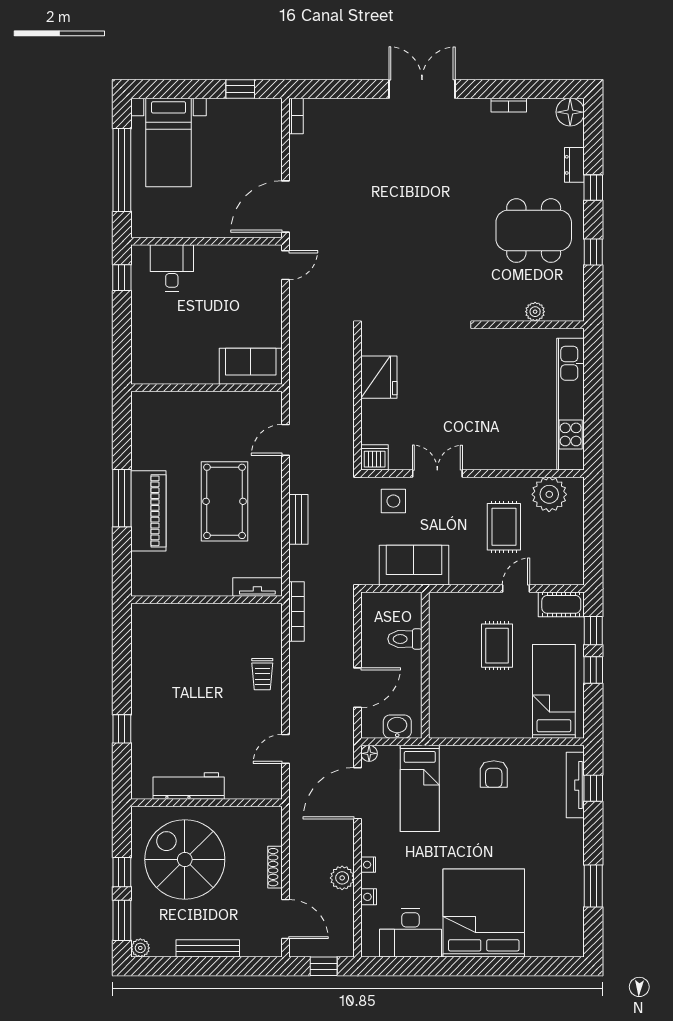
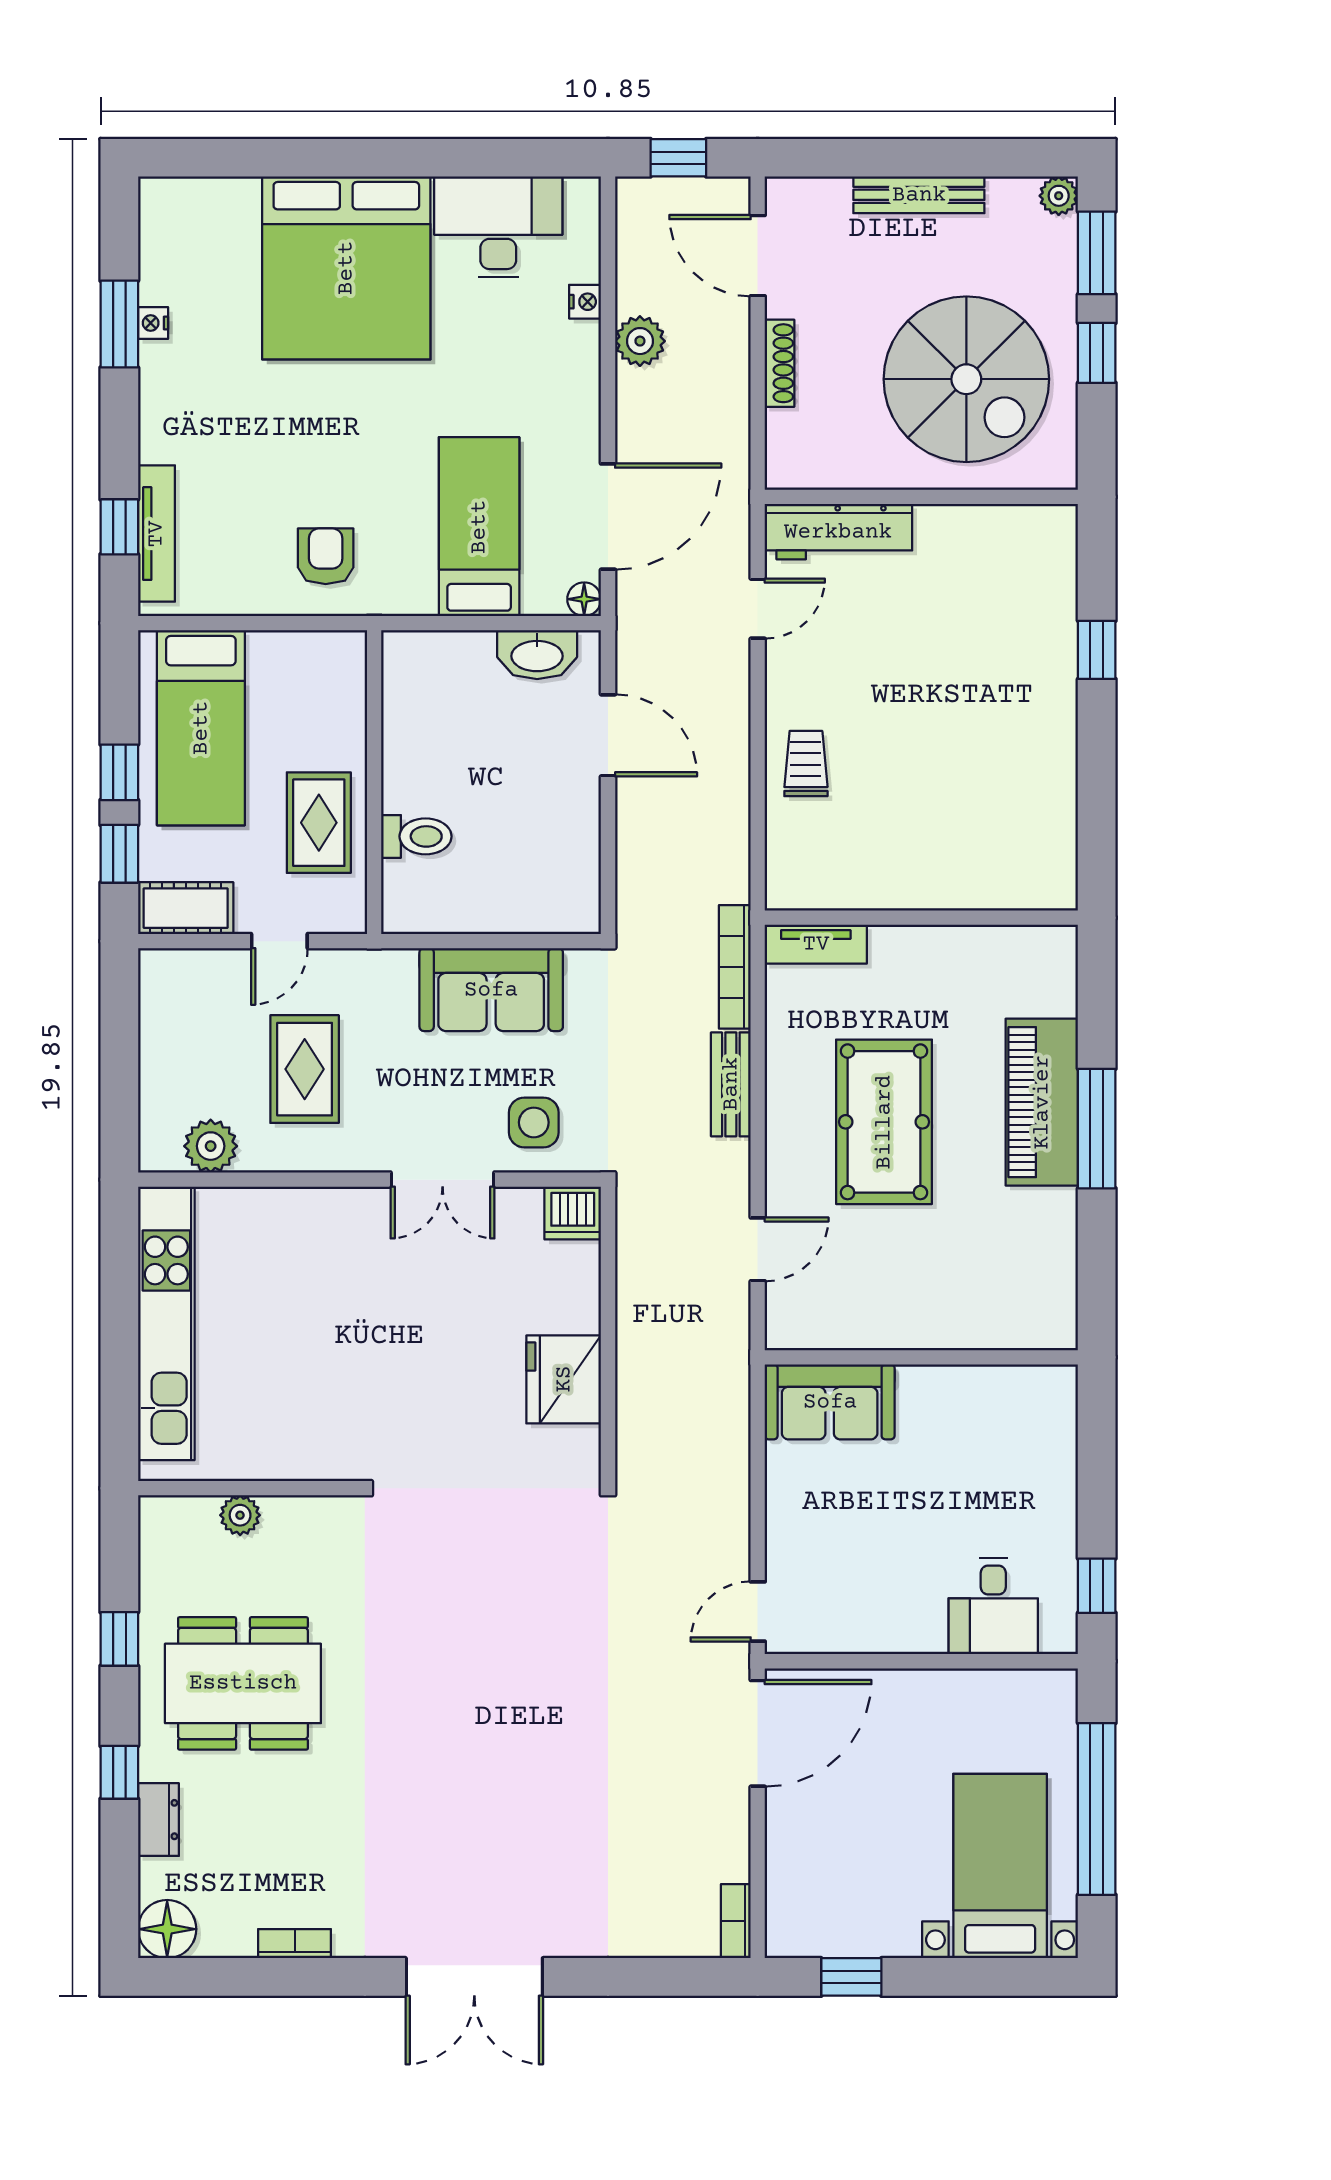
plant: (549, 494) -> (211, 1146), width x0.73, depth x0.73
bookcase: (296, 612) -> (735, 967), moved
toilet: (405, 639) -> (416, 836), moved
wall: (425, 665) -> (374, 782), moved
door: (358, 688) -> (608, 735), swing flipped
washbasin: (397, 727) -> (537, 655), width x1.38
workbench: (189, 786) -> (838, 532), moved
nightstand: (368, 865) -> (153, 323), moved, turned 180

